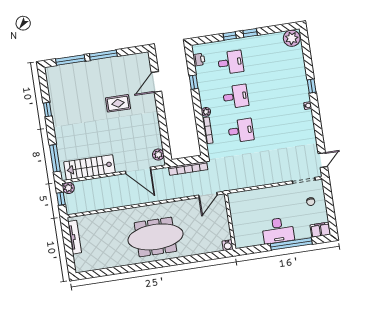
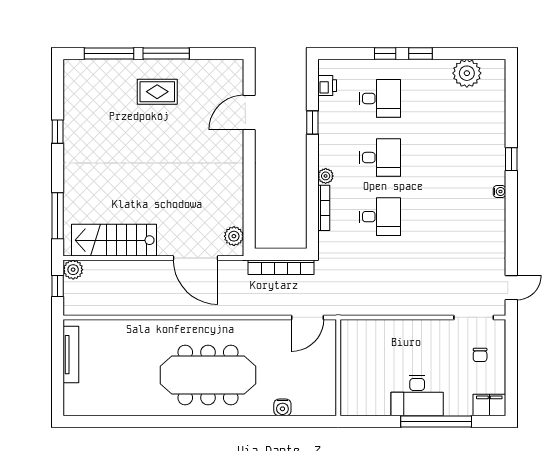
plant: (292, 38) -> (467, 73), moved
rug: (118, 103) -> (157, 92), moved
water cooler: (228, 245) -> (282, 407), moved

